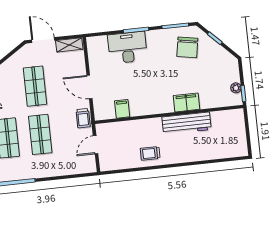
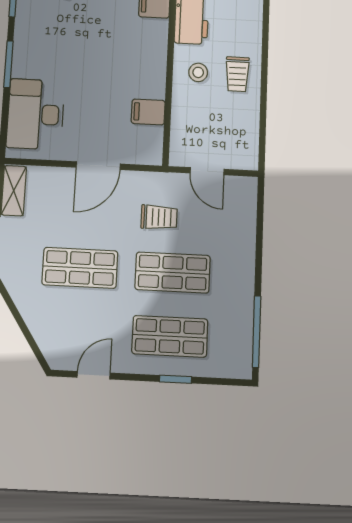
desk: (127, 48) -> (35, 114), moved
trolley: (83, 118) -> (159, 217), moved
stool: (148, 132) -> (198, 72), added

